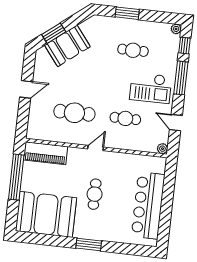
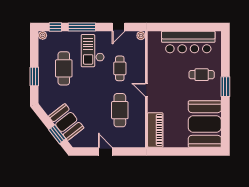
cafe table: (133, 50) -> (64, 68), width x1.37, depth x1.35
checkout: (151, 88) -> (93, 51), turned 180
window: (16, 177) -> (177, 152), removed
cafe table: (95, 194) -> (202, 75), moved

